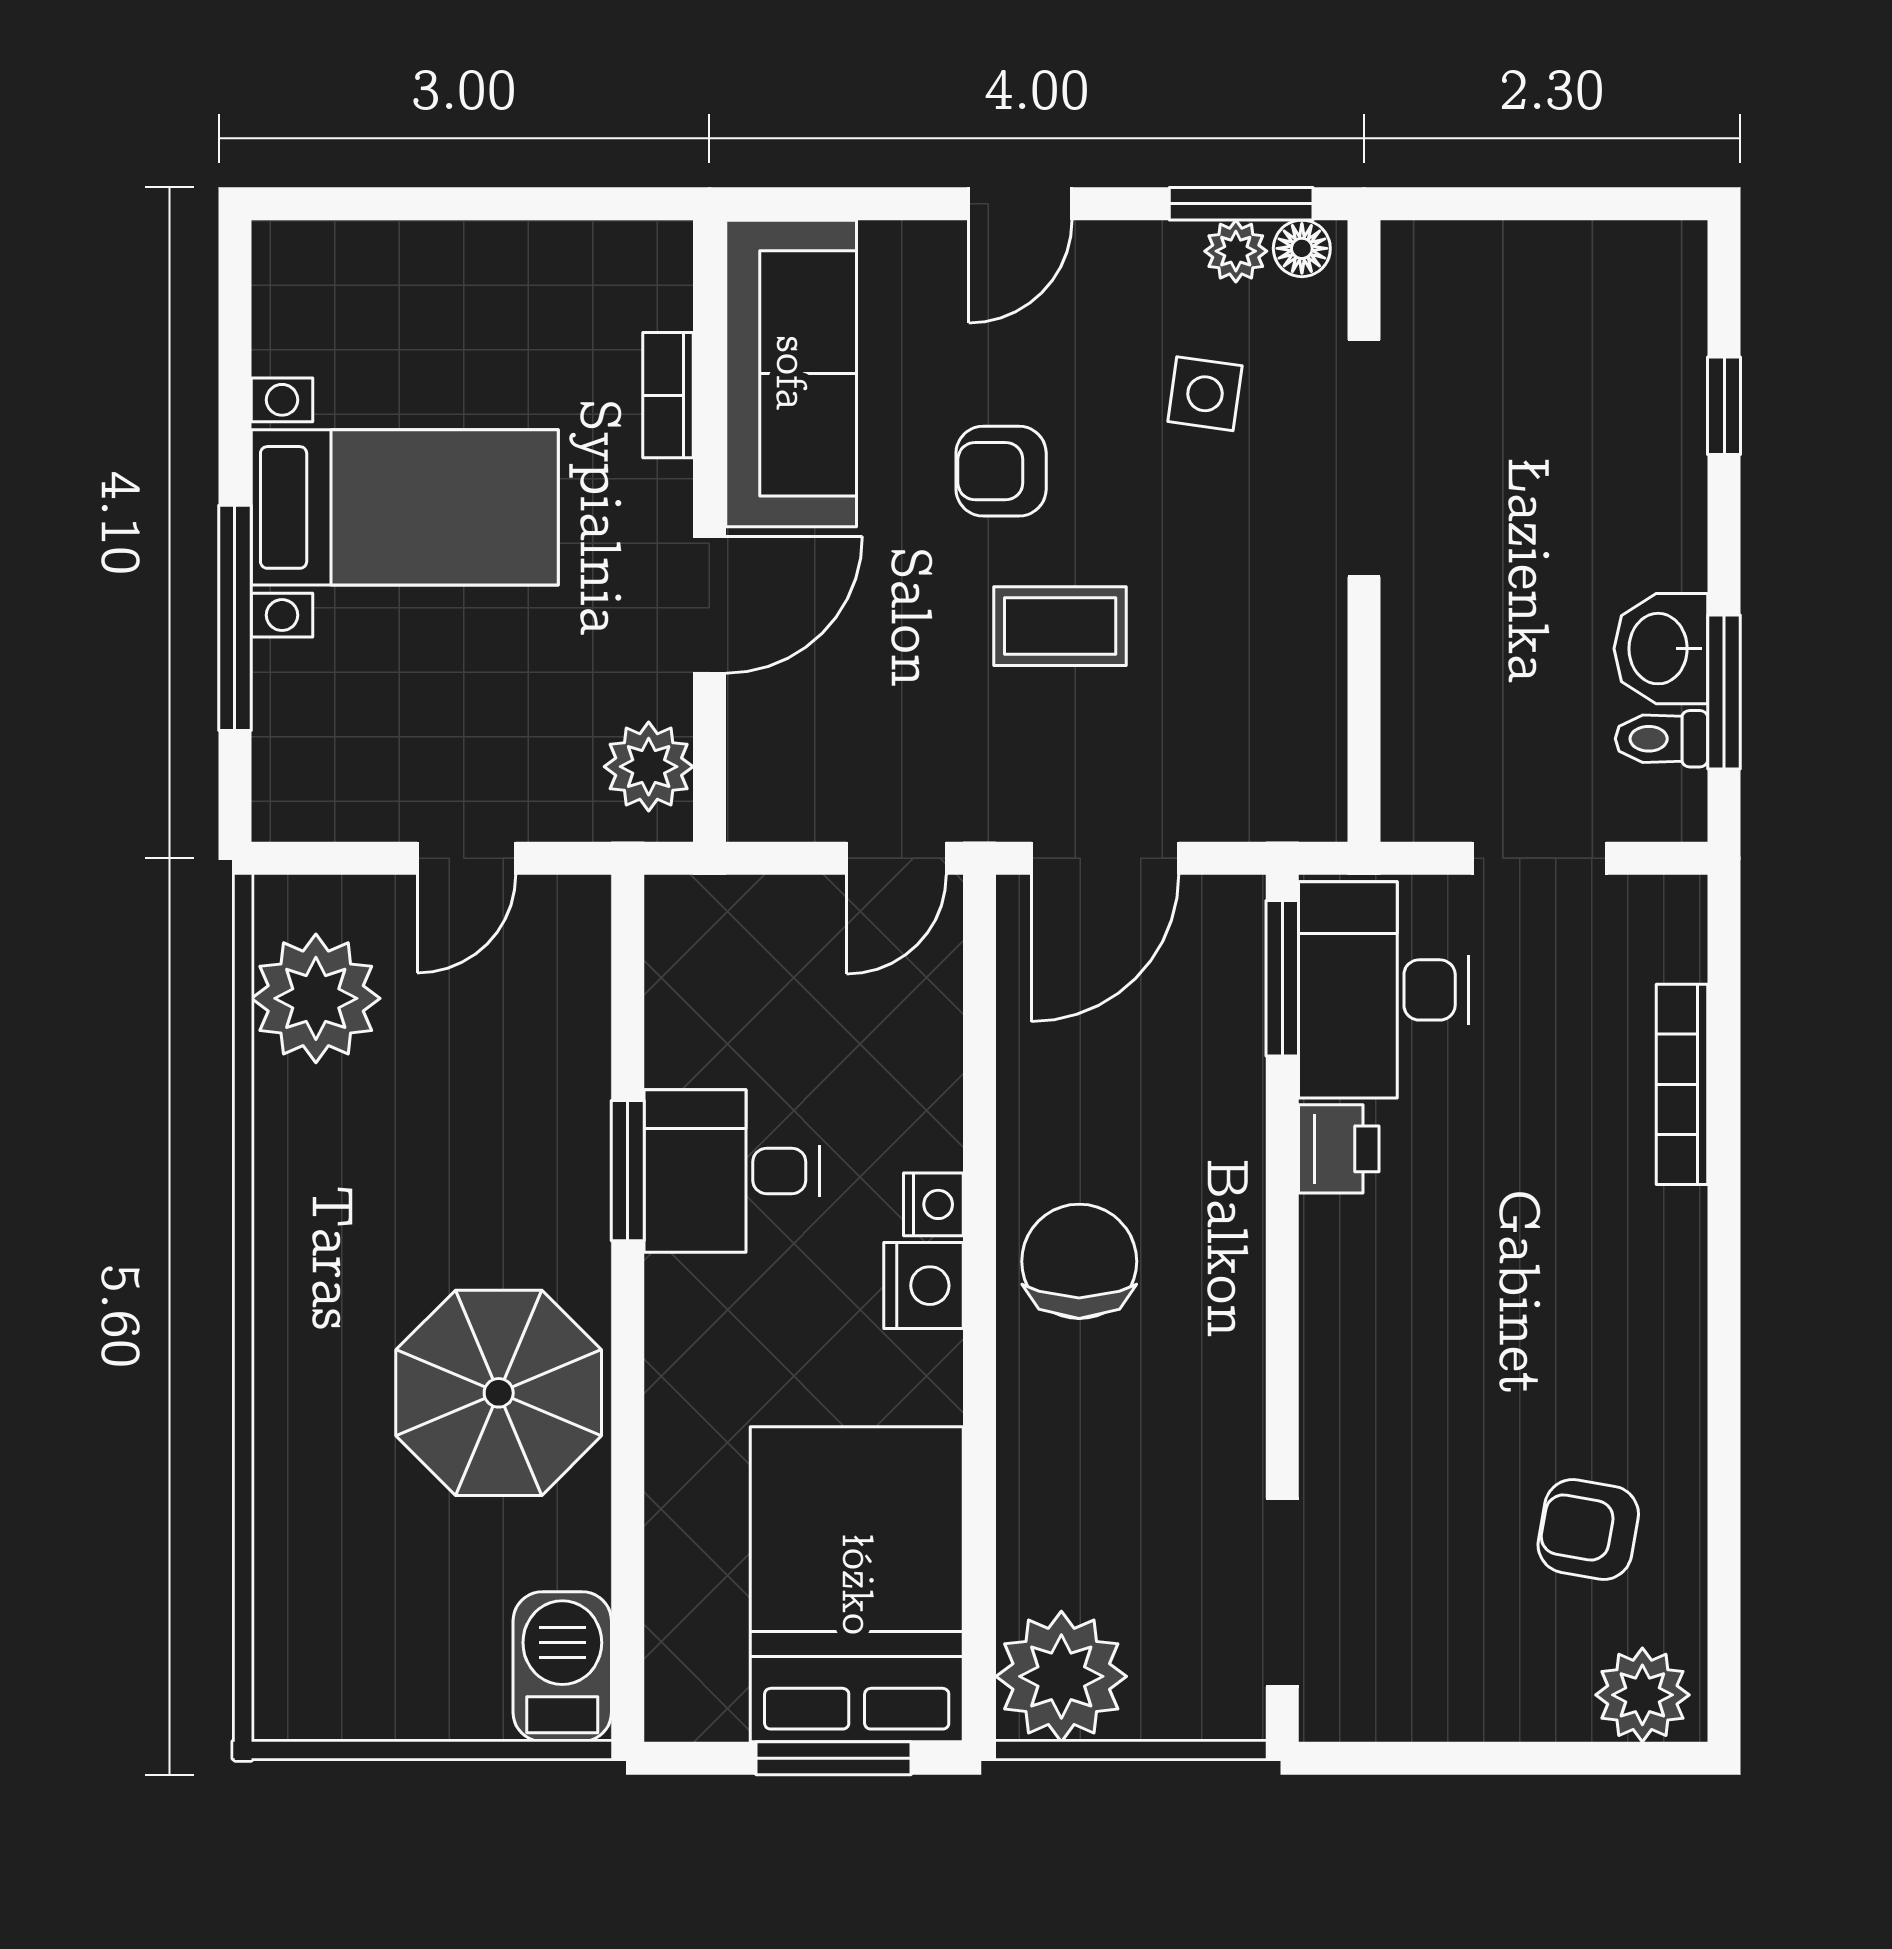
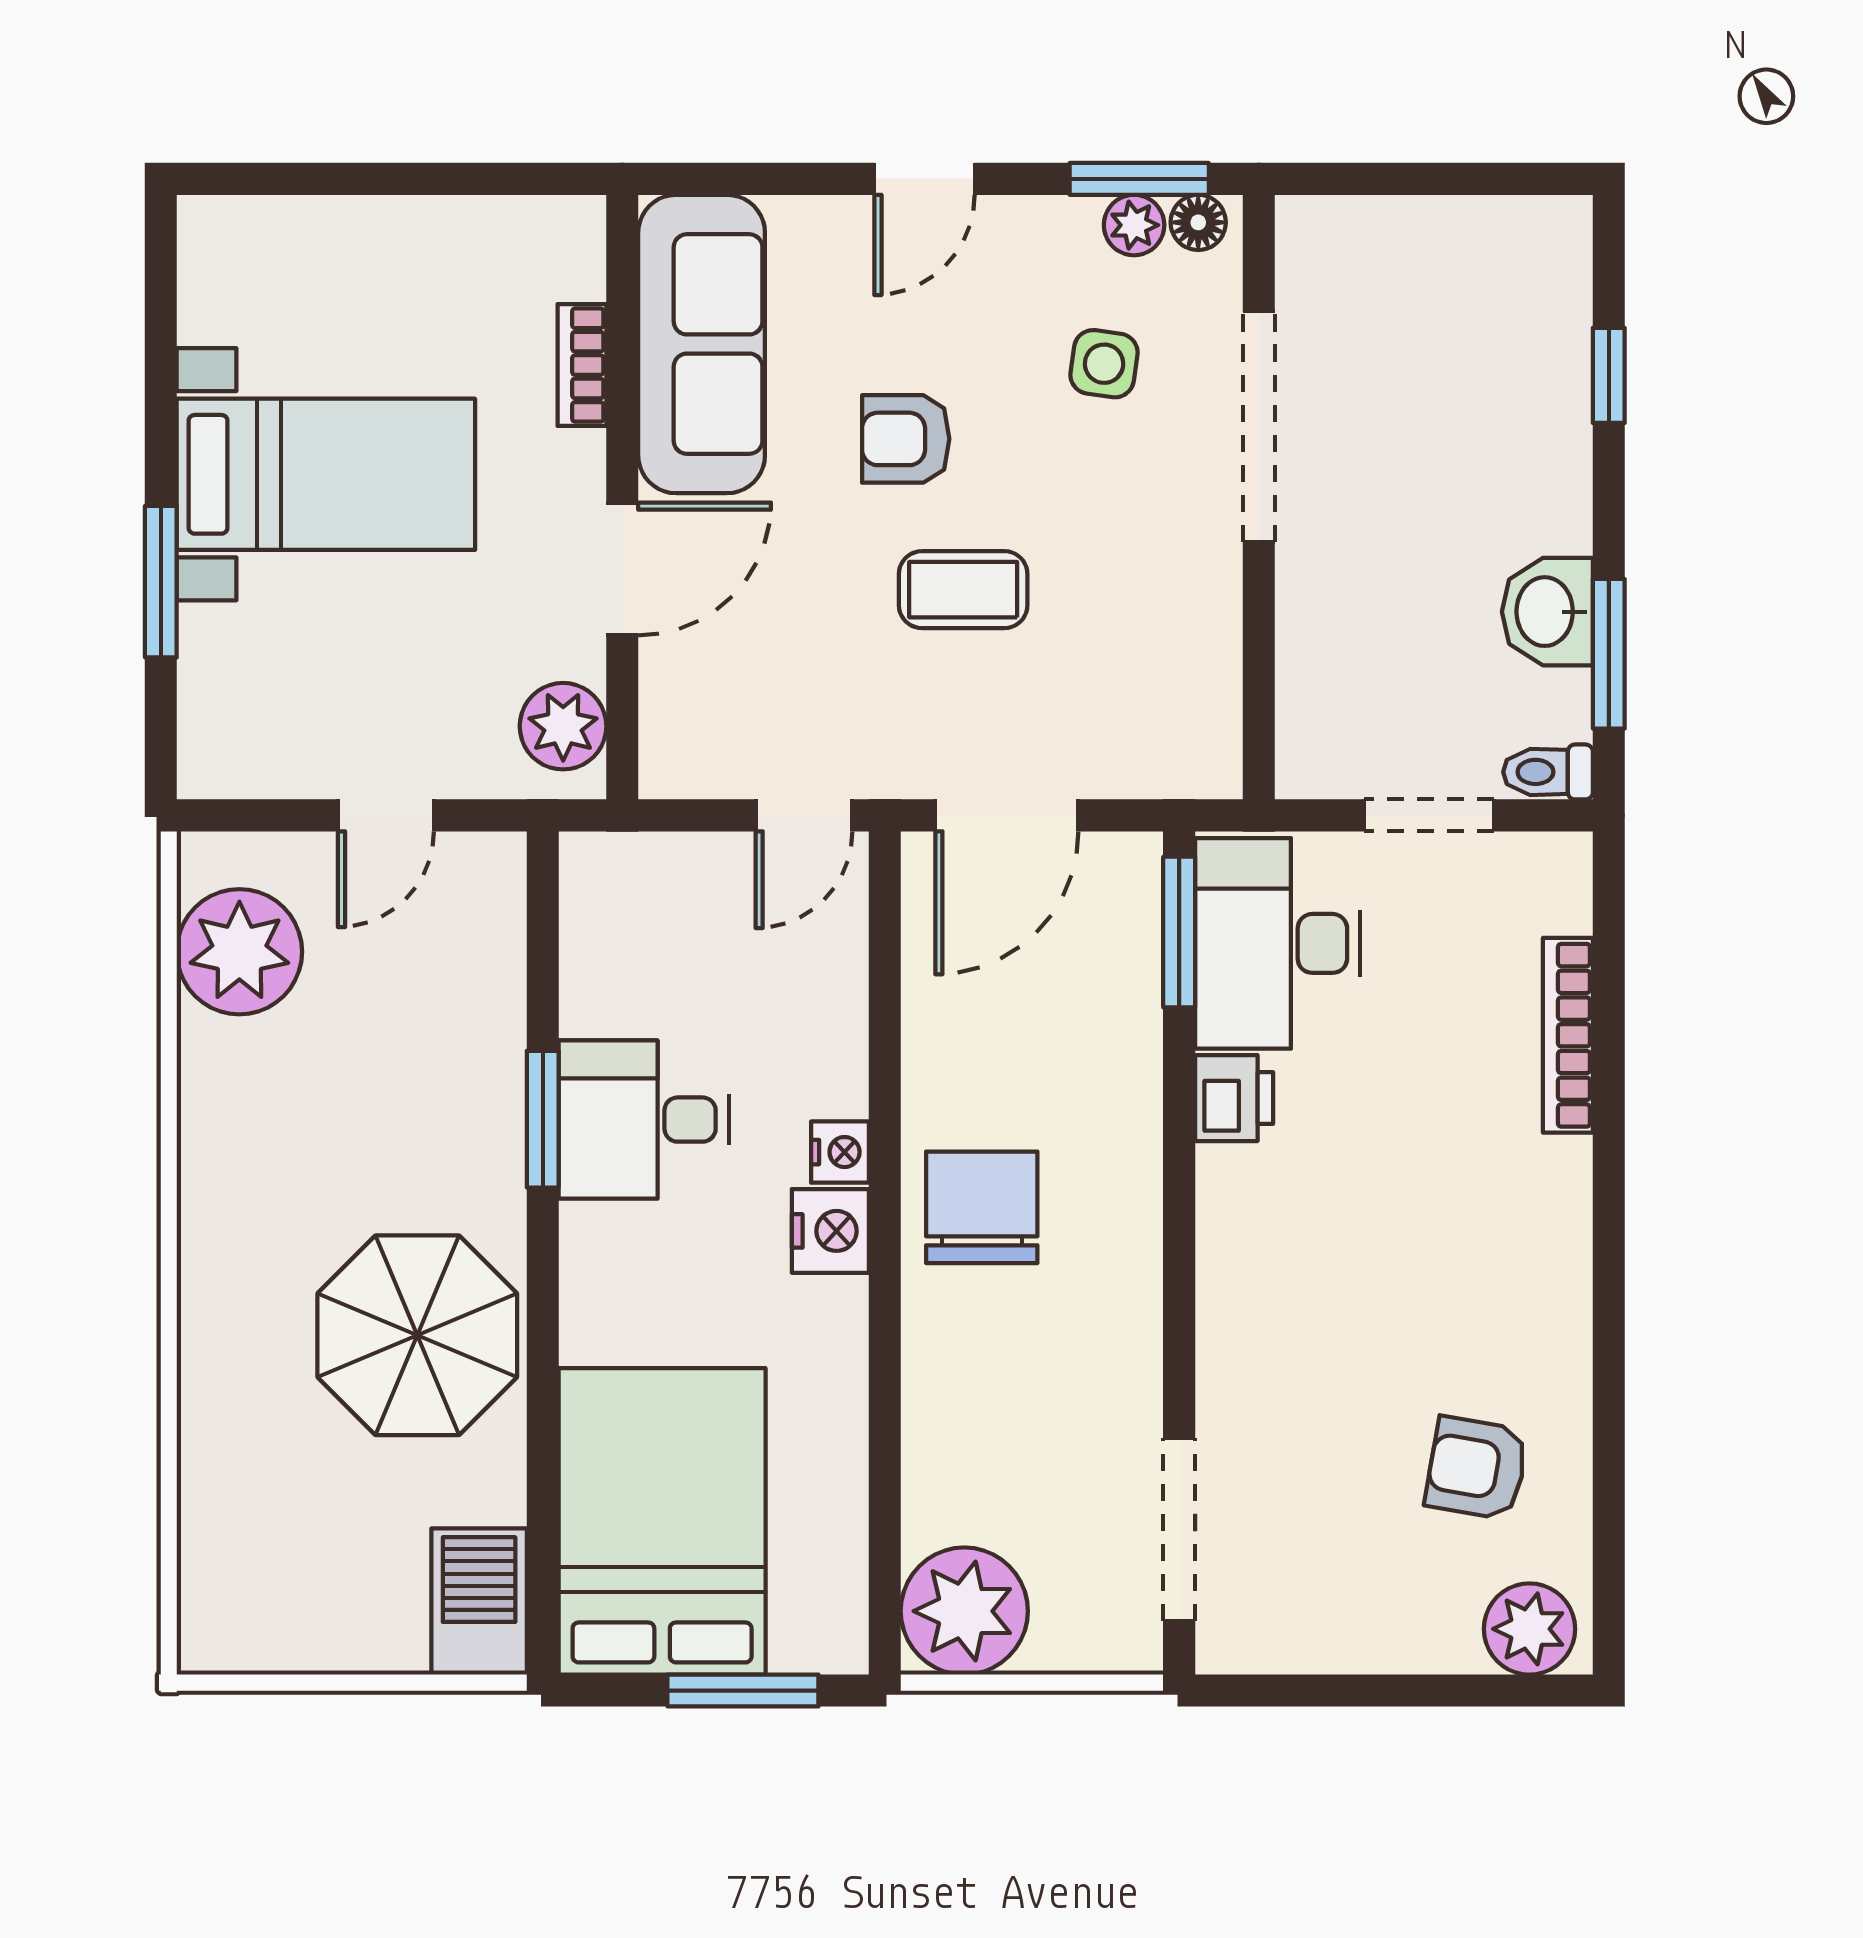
window: (235, 618) -> (161, 582), width x0.69
toilet: (1662, 739) -> (1548, 772), moved
bed: (857, 1584) -> (662, 1521), moved

